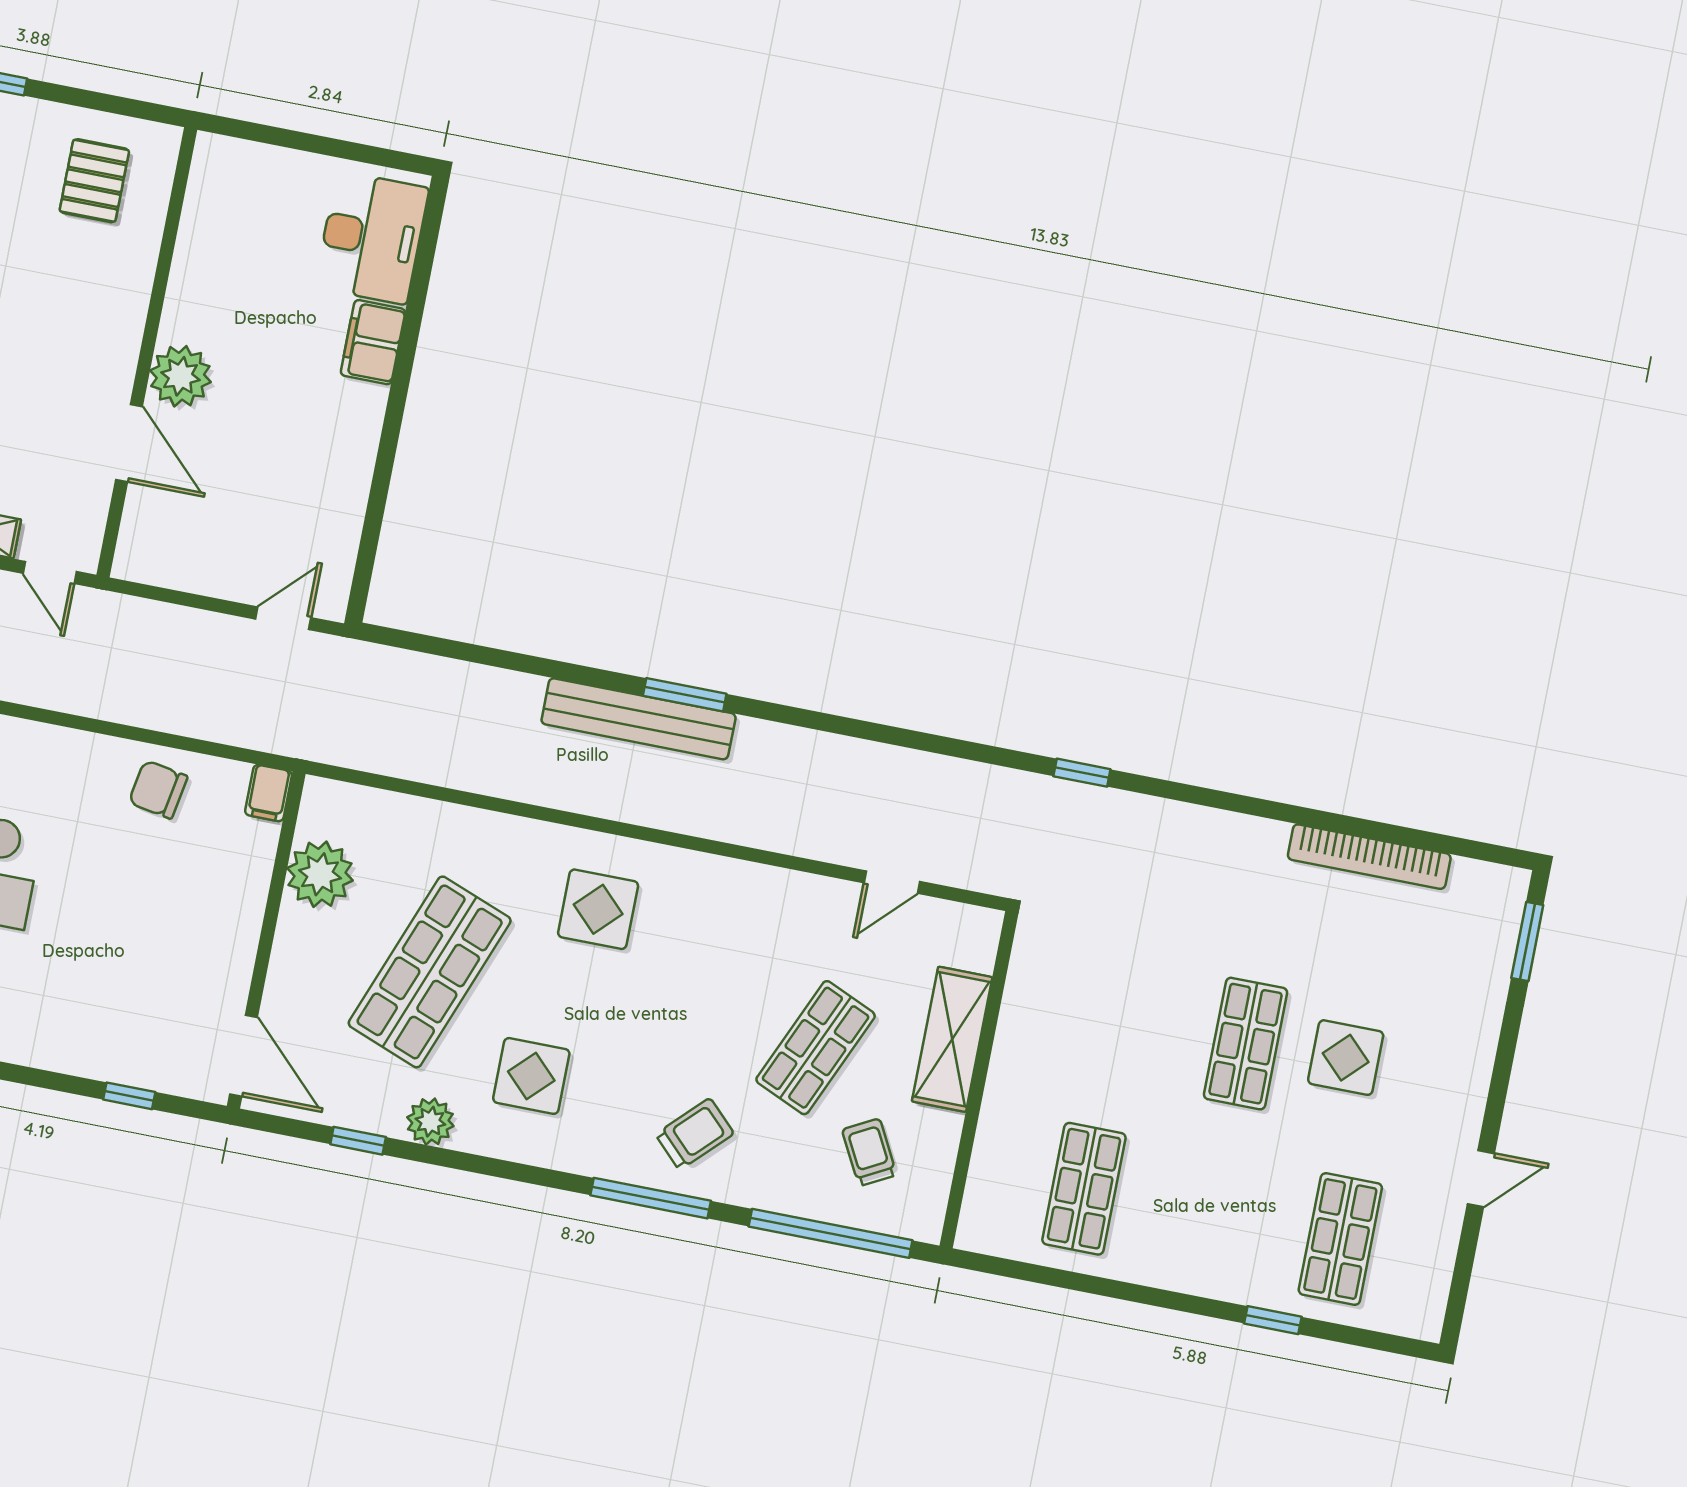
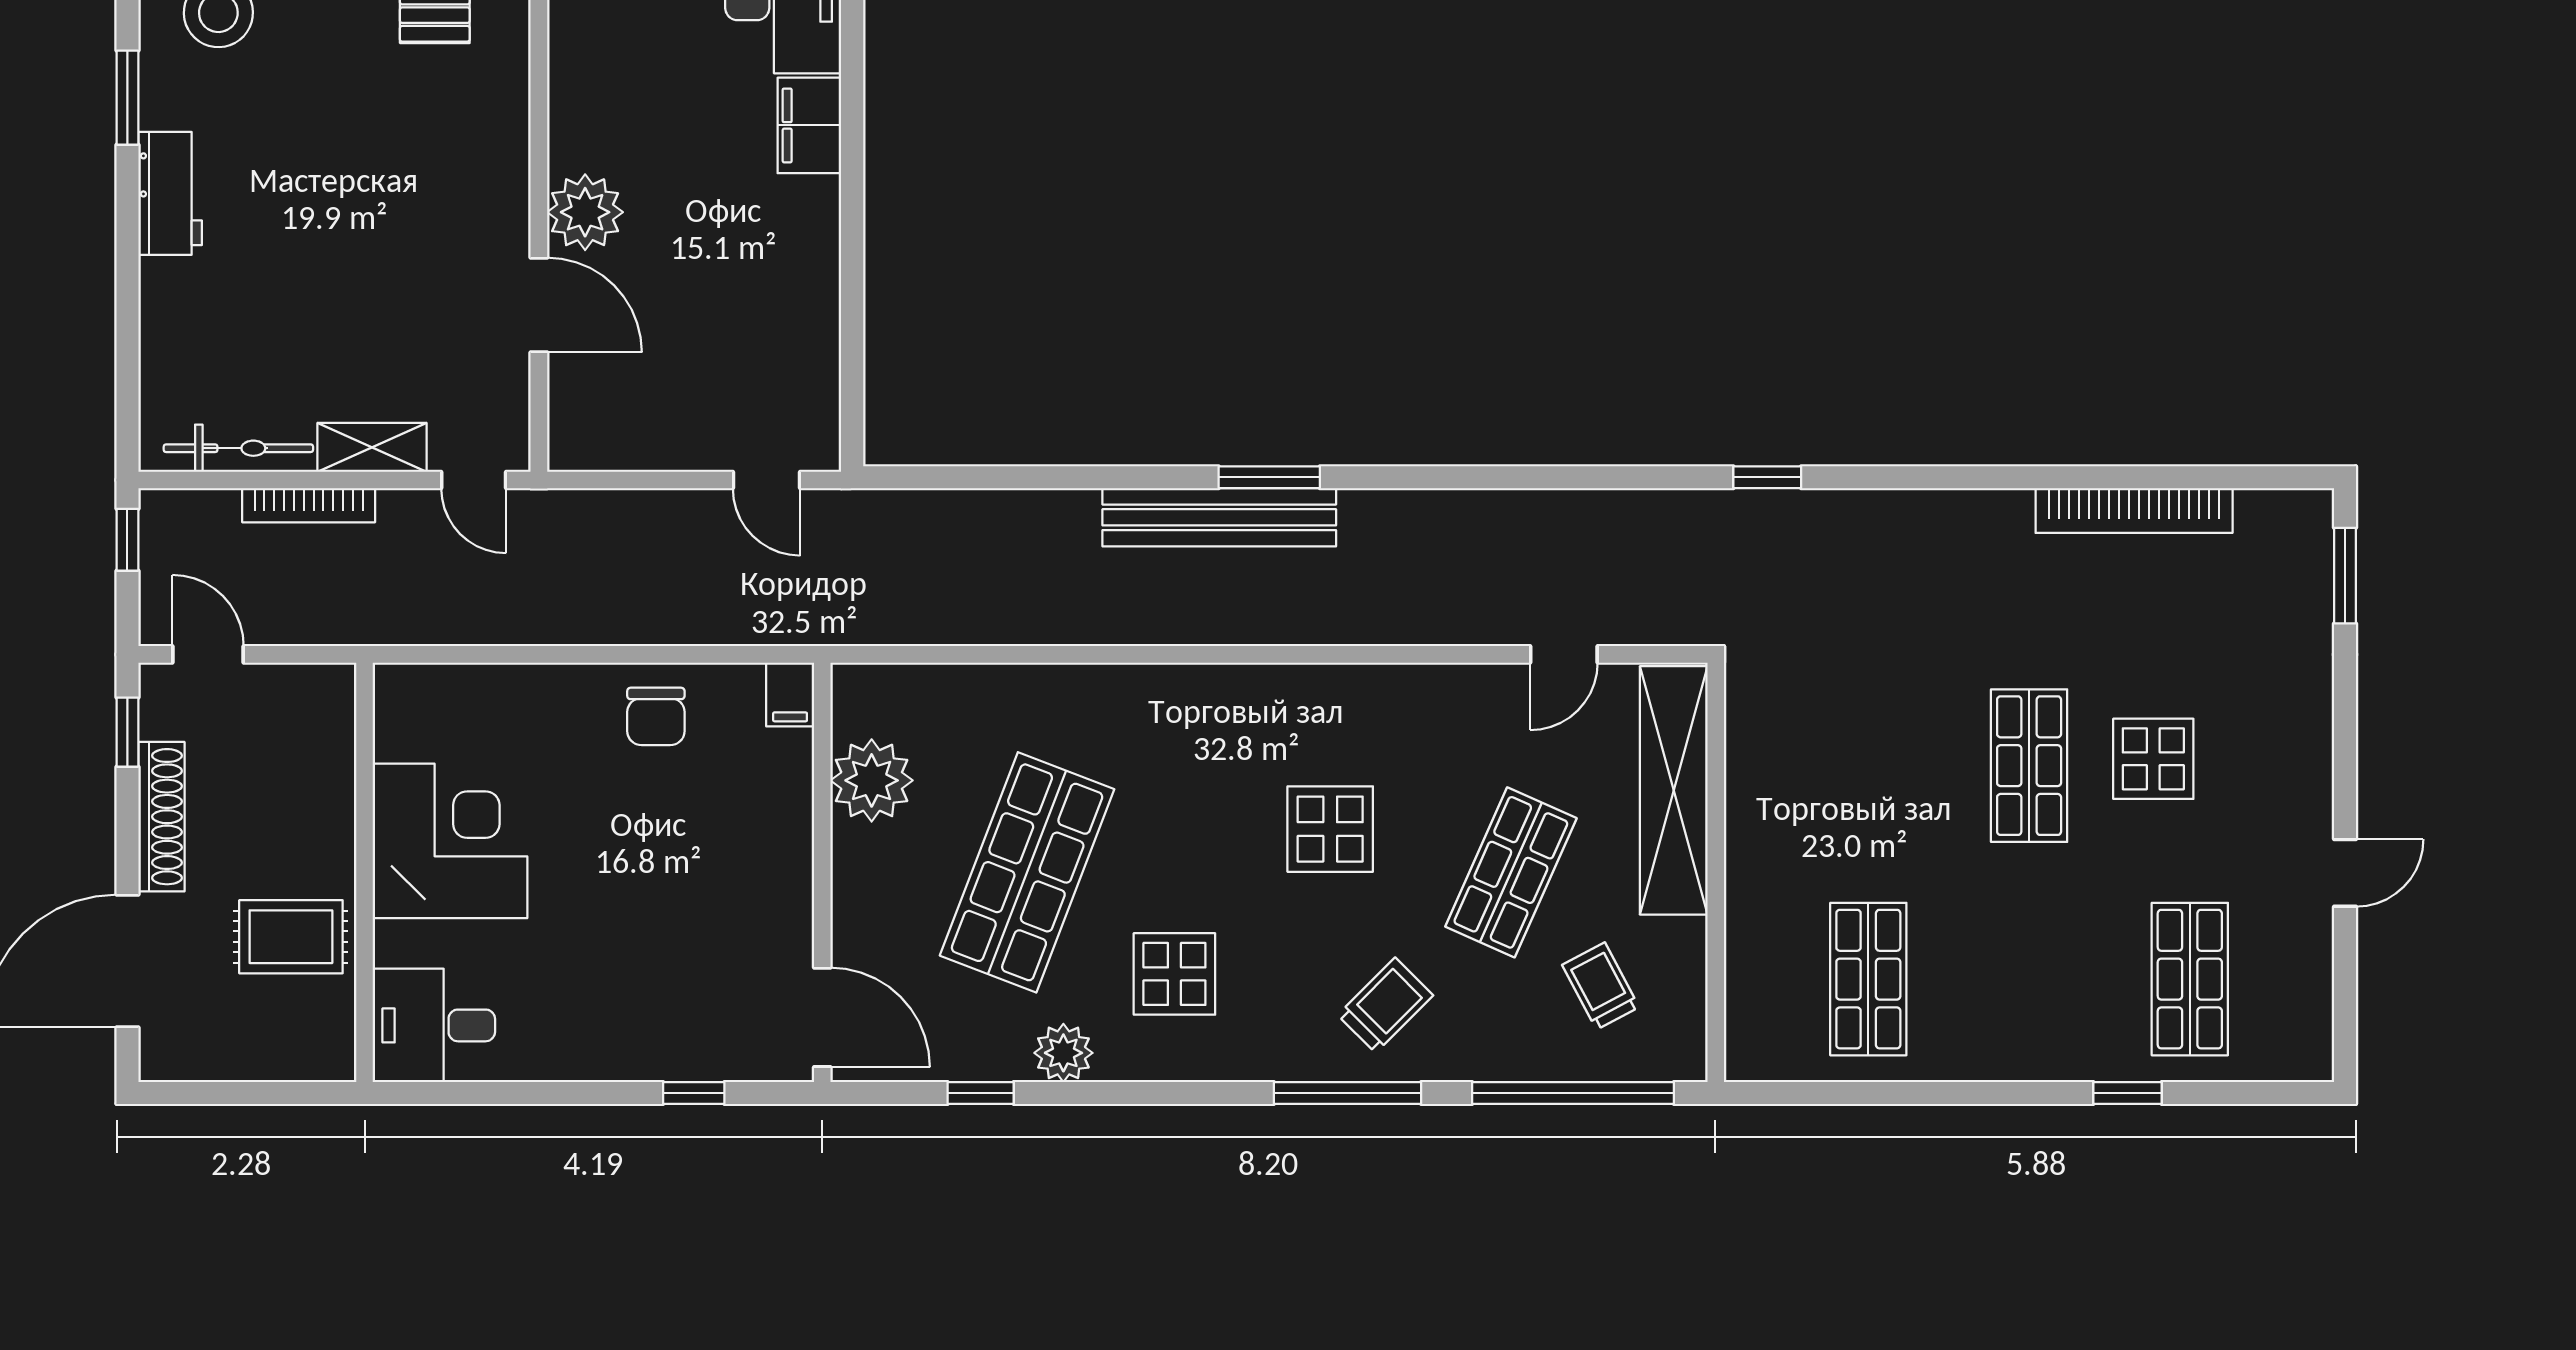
door: (283, 618) -> (767, 480), swing flipped
chair: (158, 789) -> (656, 716), turned -100
display table: (598, 909) -> (1330, 829), moved
shelving: (952, 1039) -> (1674, 790), width x1.47

